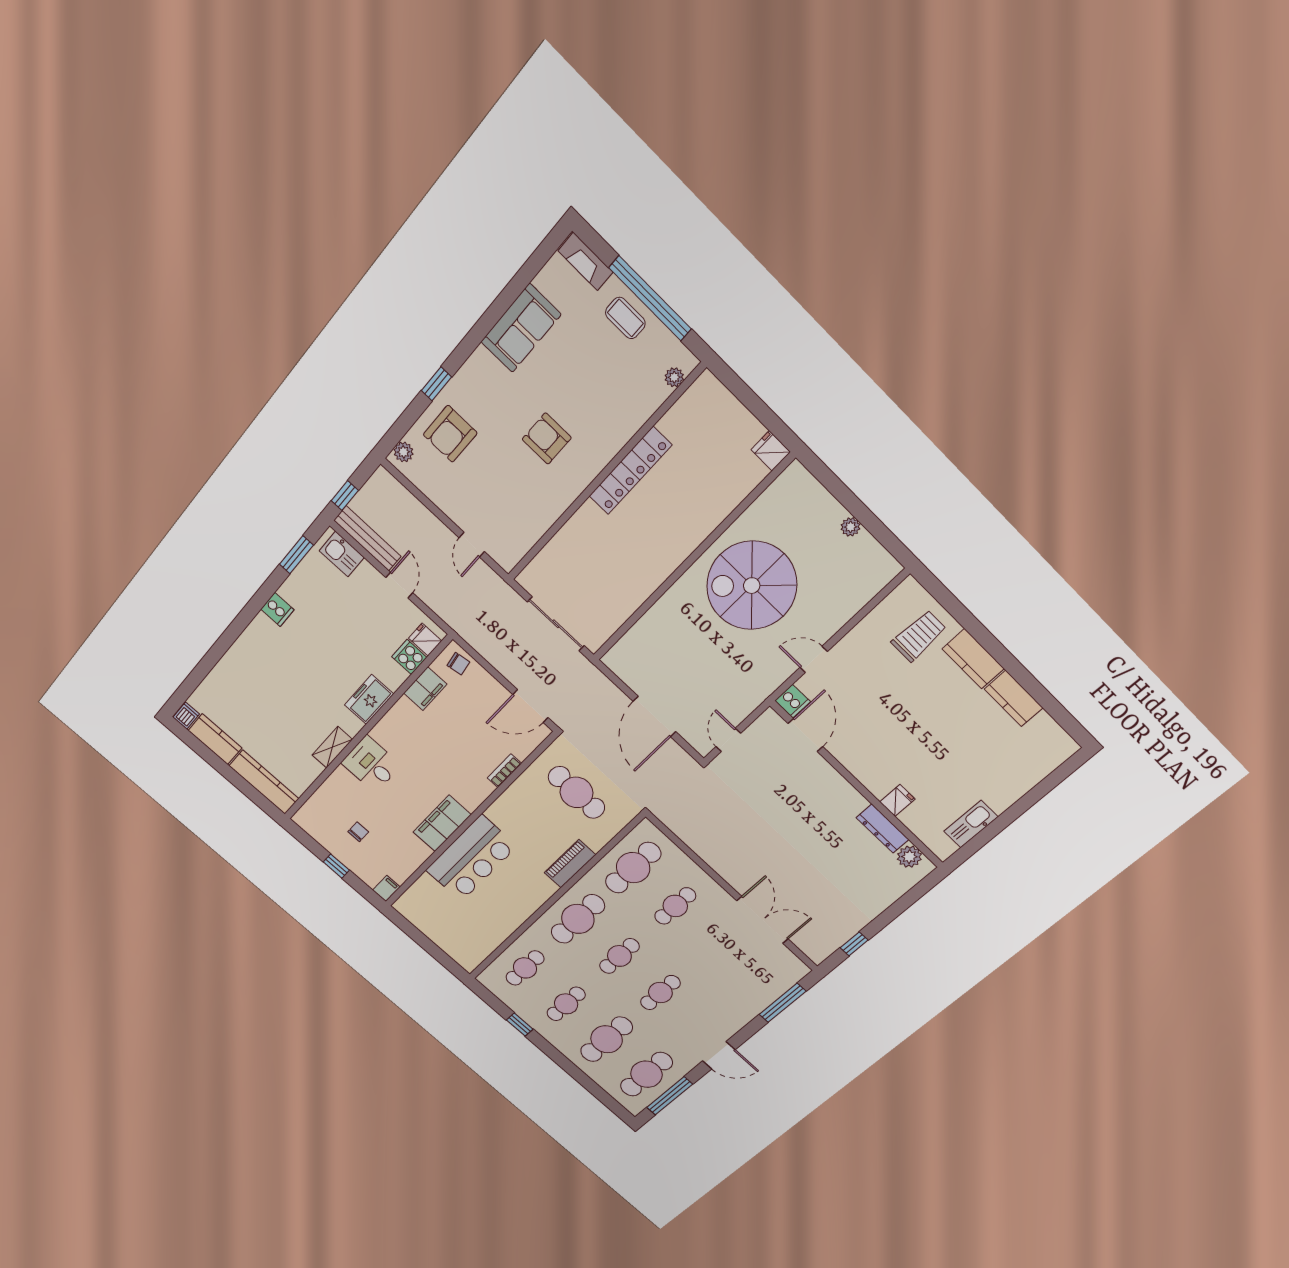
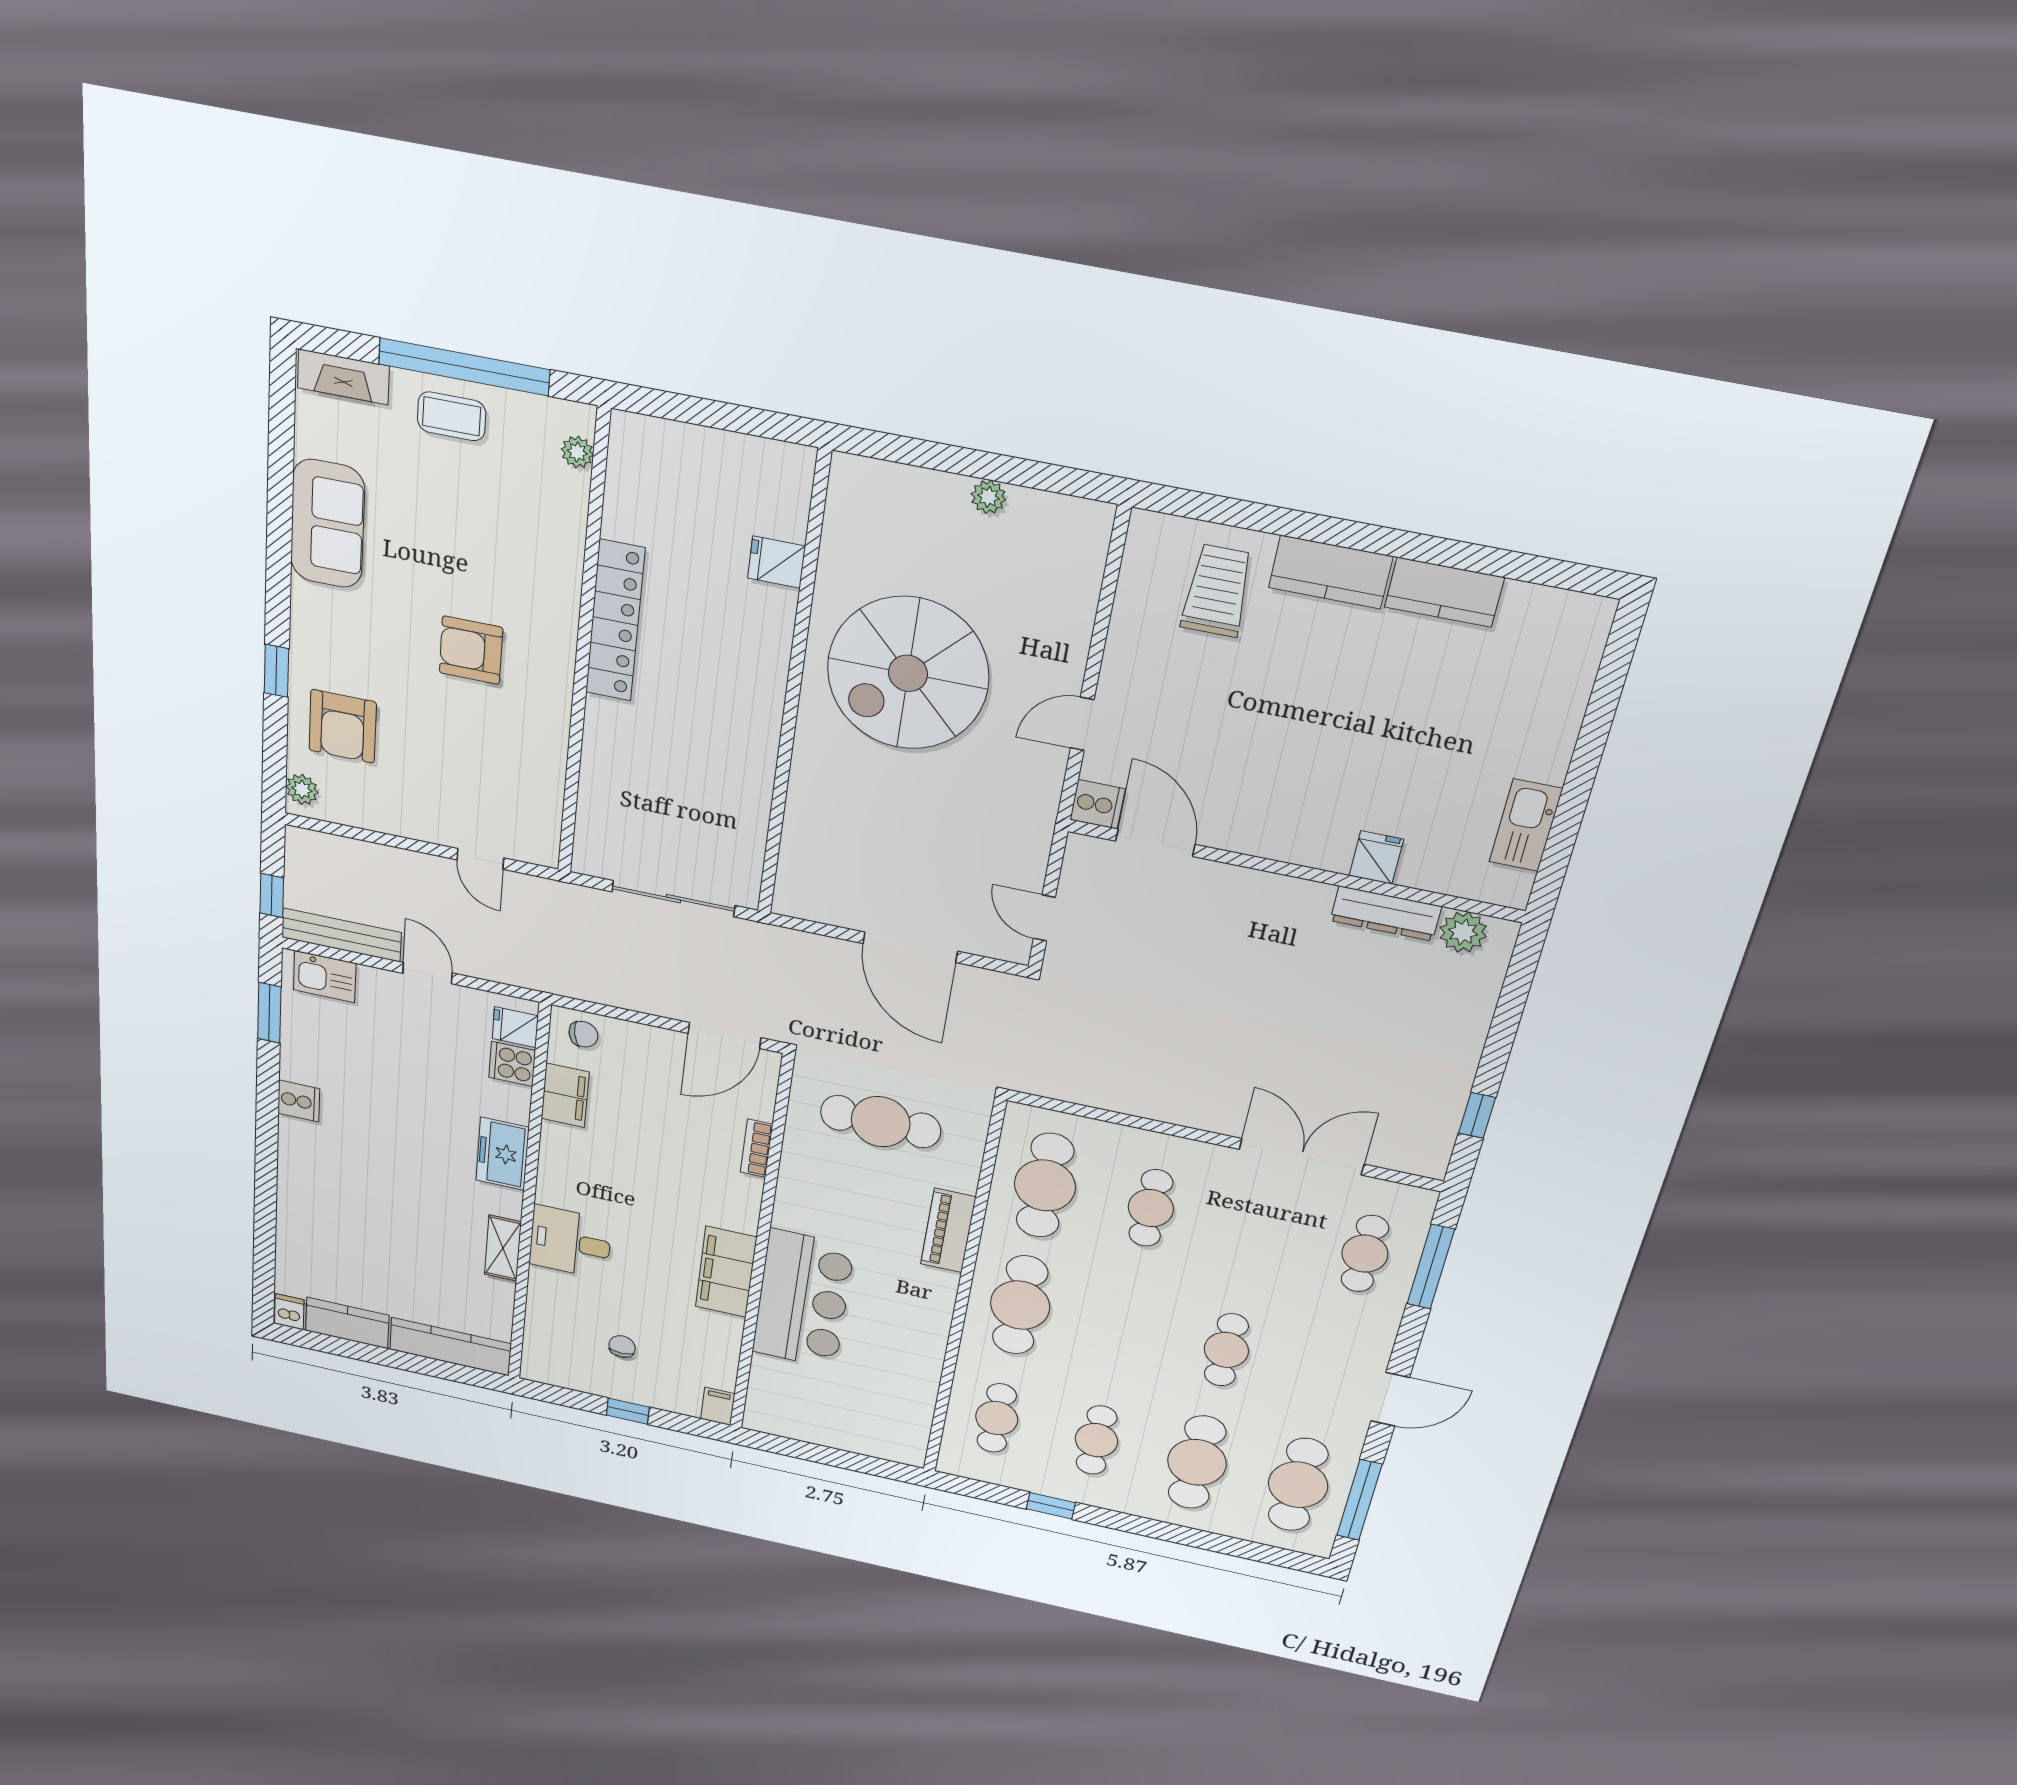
fridge: (771, 451) -> (777, 562), moved
cafe table: (619, 956) -> (1365, 1254), moved

